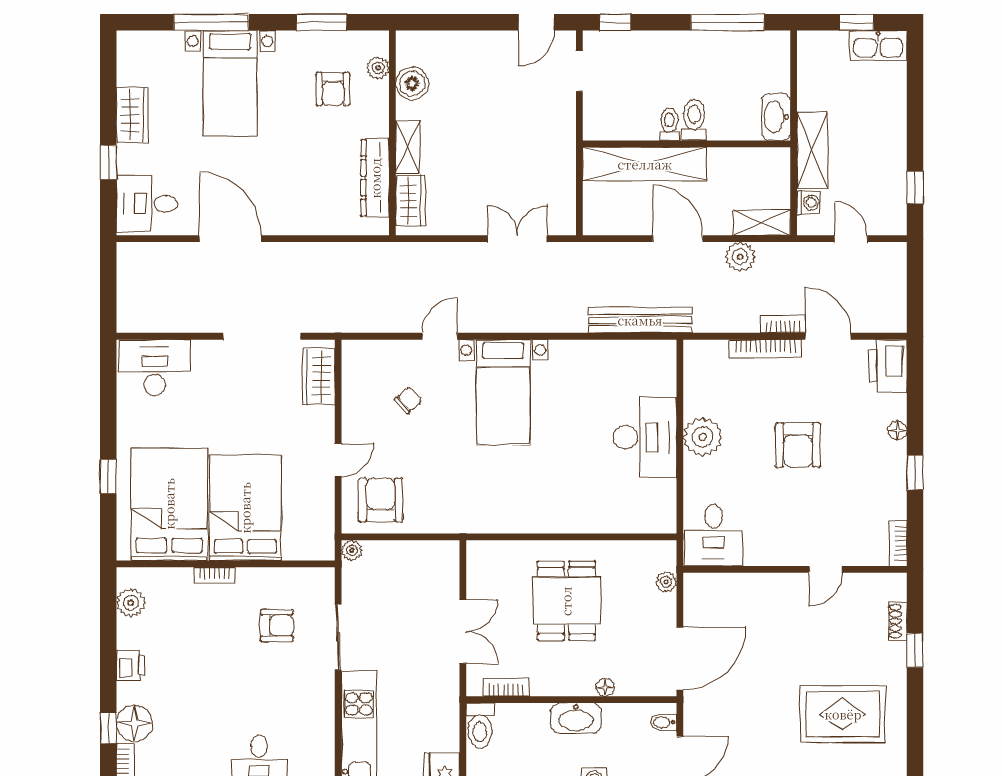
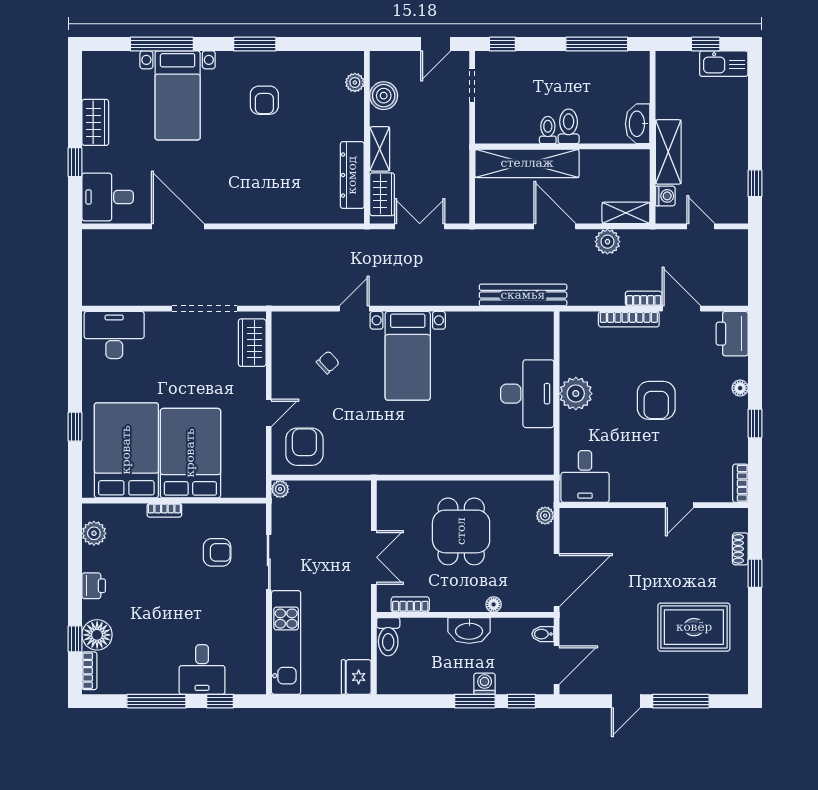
plant: (378, 68) -> (355, 82), moved
boiler: (412, 83) -> (384, 96), moved
wall: (392, 133) -> (367, 137), moved
shelving: (408, 147) -> (380, 149), moved
dresser: (375, 178) -> (352, 175), moved
wardrobe: (410, 201) -> (382, 194), moved

